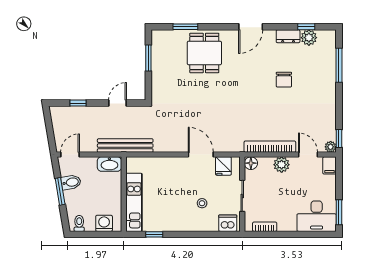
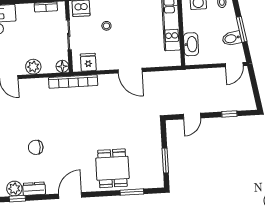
chair: (284, 80) -> (36, 147), turned -90
bench: (125, 146) -> (182, 76), removed
bookcase: (270, 147) -> (73, 82), moved
door: (201, 155) -> (130, 71), moved
washbasin: (109, 164) -> (191, 44), moved, turned 90

